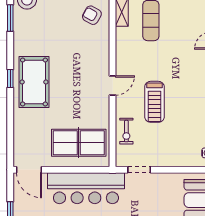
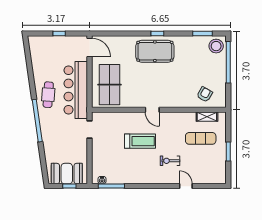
treadmill: (155, 102) -> (140, 141), turned 180
exercise bike: (126, 131) -> (170, 161), moved
door: (29, 170) -> (89, 48), swing flipped

